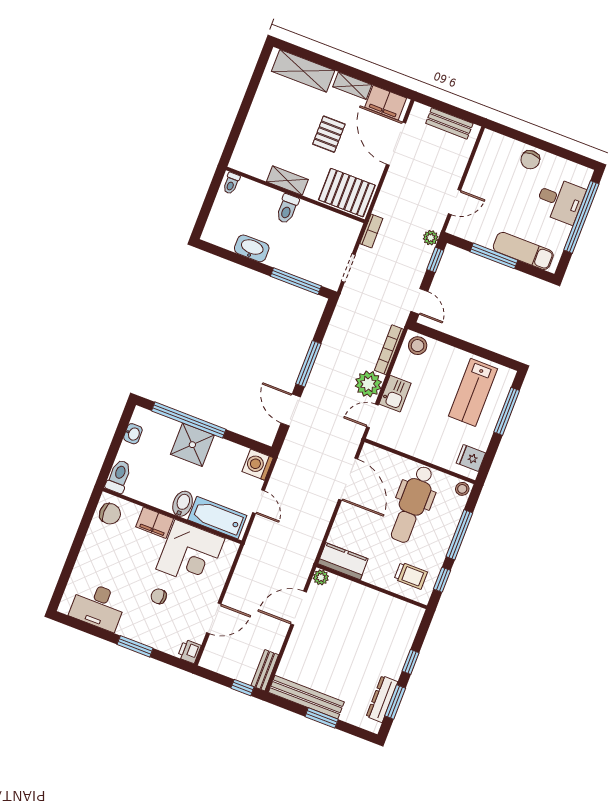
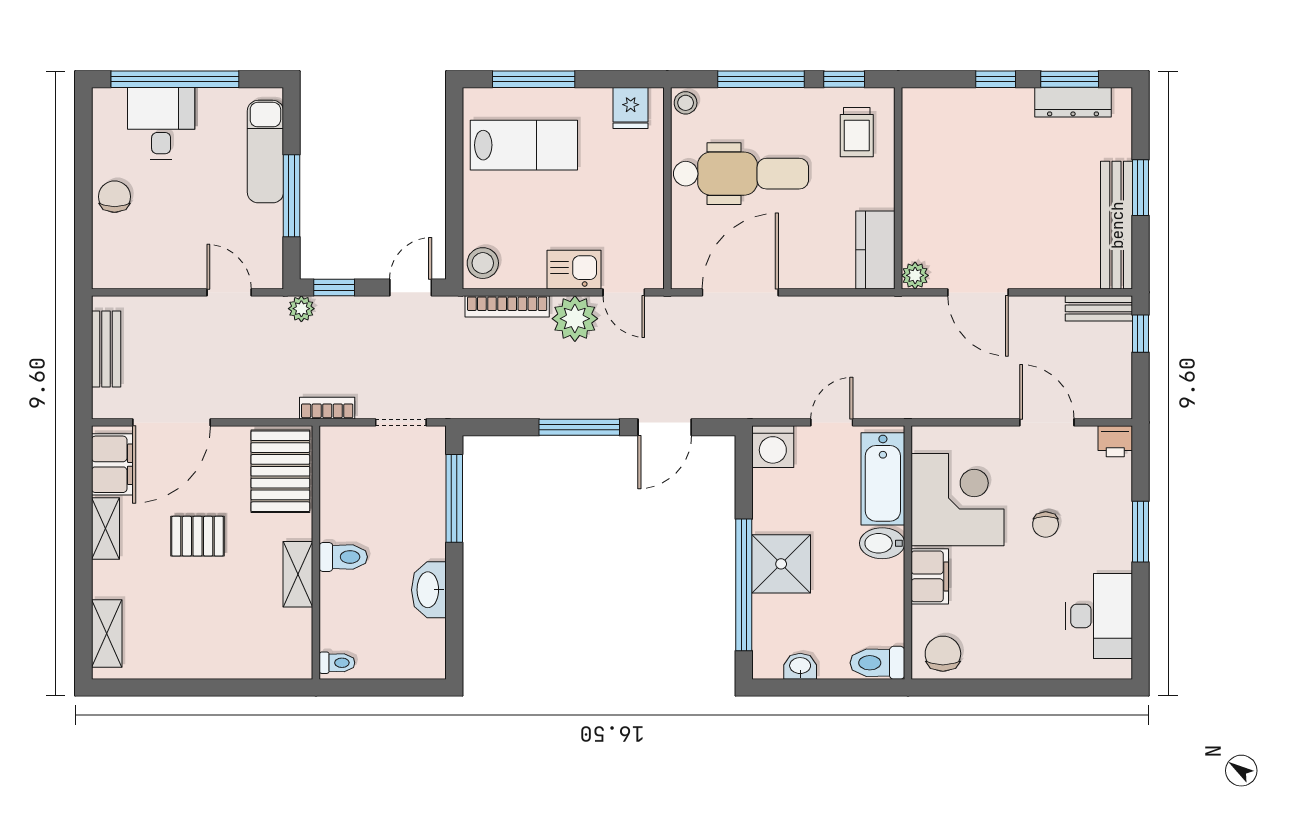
shelving: (303, 71) -> (107, 633), width x0.67, depth x0.75
chair: (530, 160) -> (115, 197), turned -90
trolley: (411, 576) -> (857, 132), turned 180

